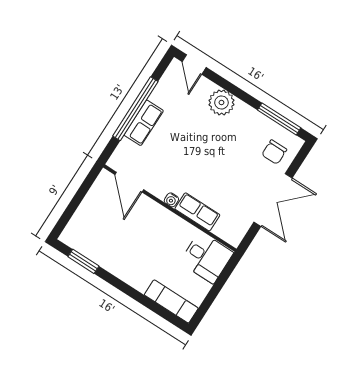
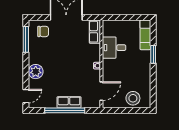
row of seats: (197, 212) -> (95, 32), moved
stool: (88, 222) -> (133, 98), added
desk: (206, 257) -> (114, 48), moved, turned -90
window: (83, 261) -> (153, 54), moved

